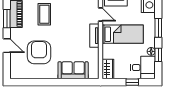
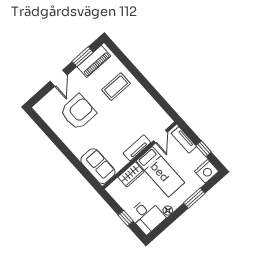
window: (158, 55) -> (170, 220), removed
wardrobe: (108, 69) -> (131, 174), moved
sofa: (73, 70) -> (98, 166), moved

